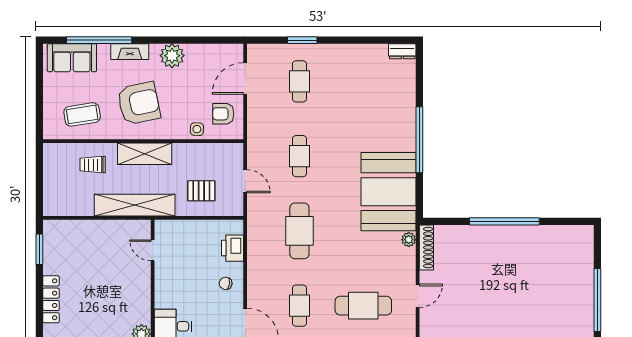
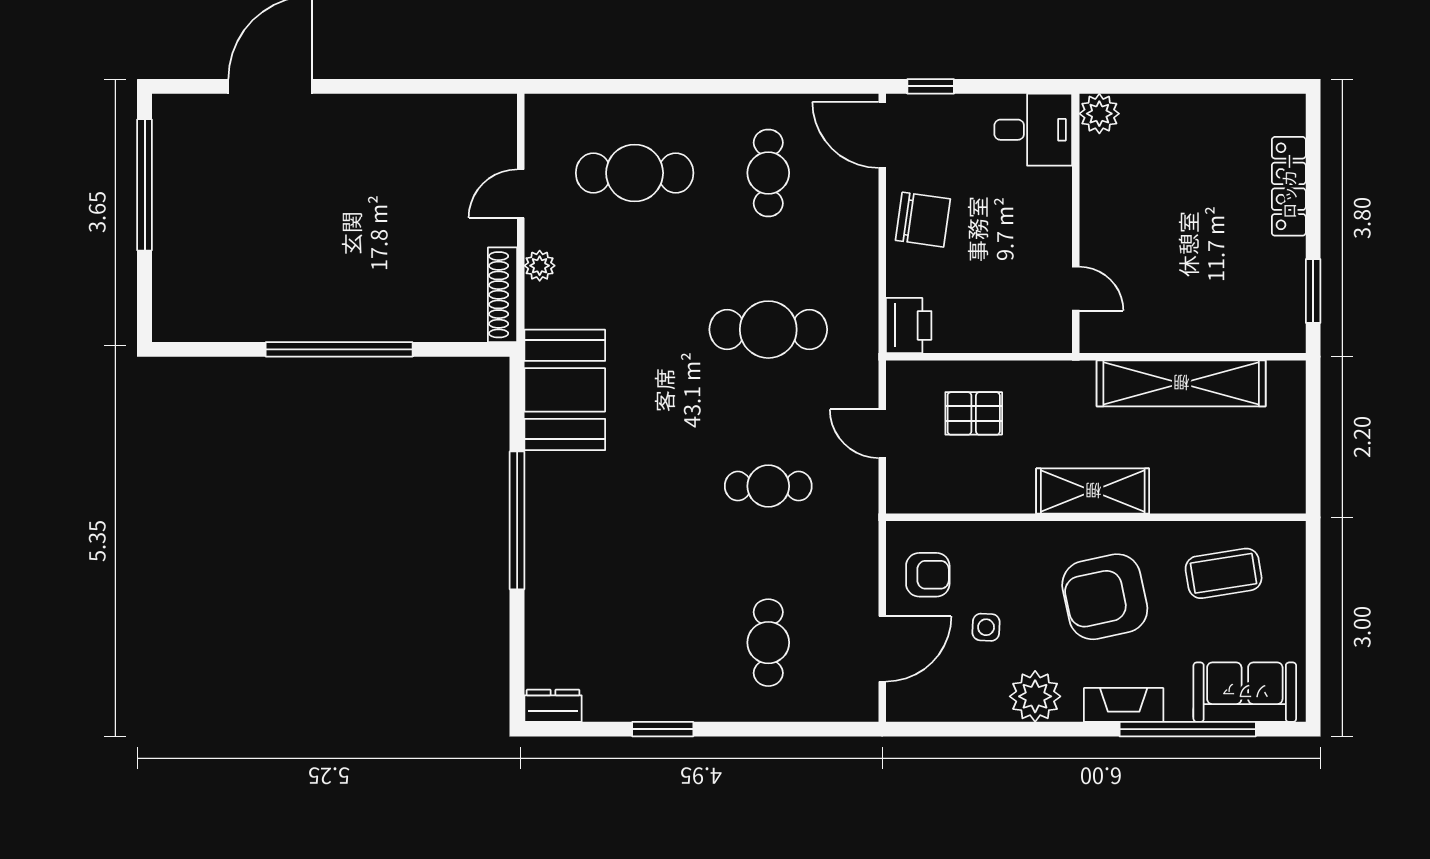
window: (302, 40) -> (663, 729), moved
side table: (197, 129) -> (986, 627), moved
cafe table: (299, 156) -> (768, 486), turned 90
trolley: (93, 165) -> (1201, 468), removed
booth: (388, 192) -> (565, 390), width x0.73, depth x0.70
shelving: (135, 205) -> (1181, 383), moved
cafe table: (299, 231) -> (768, 330), turned 90
plant: (409, 240) -> (540, 266), moved
printer: (232, 248) -> (909, 325), moved
chair: (226, 283) -> (923, 220), width x1.87, depth x1.87

